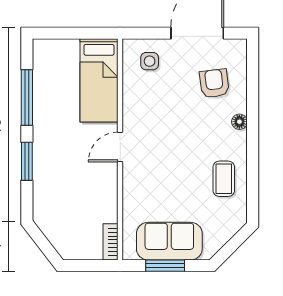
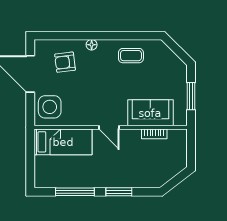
side table: (150, 61) -> (50, 107), width x1.87, depth x1.87
sofa: (169, 241) -> (150, 113), moved, turned 90
bookcase: (111, 242) -> (154, 134), moved

